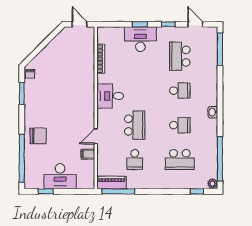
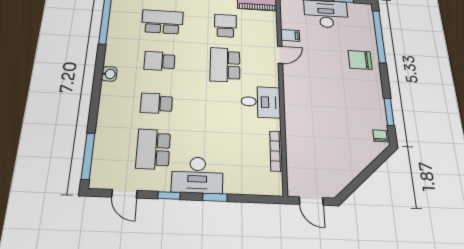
desk: (140, 39) -> (197, 175), moved
school desk: (180, 56) -> (153, 149), turned 180

